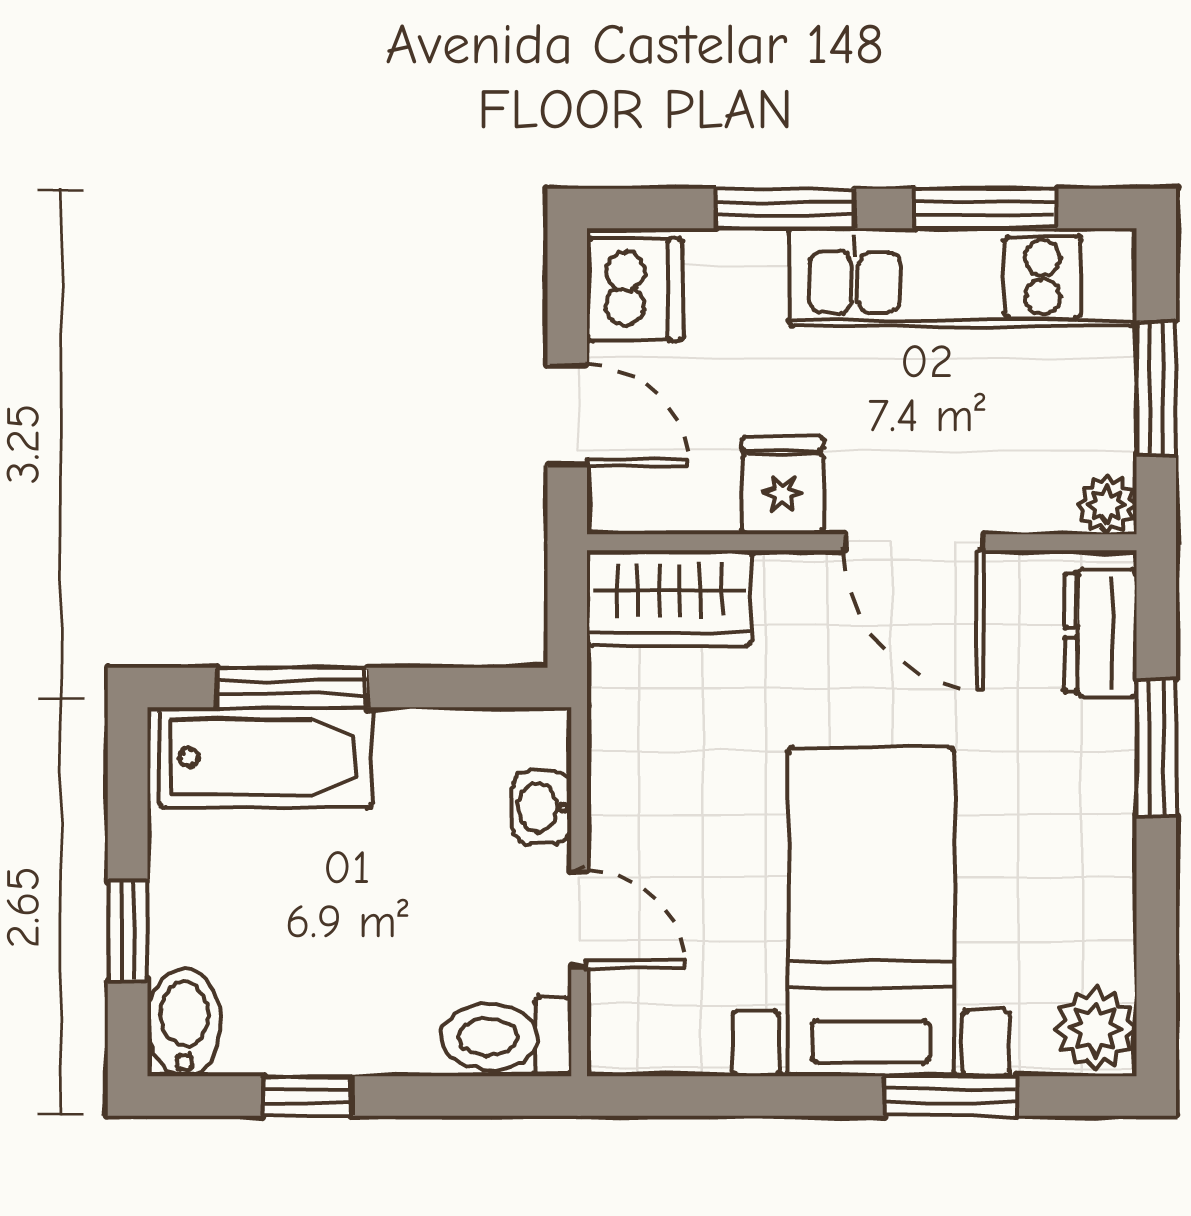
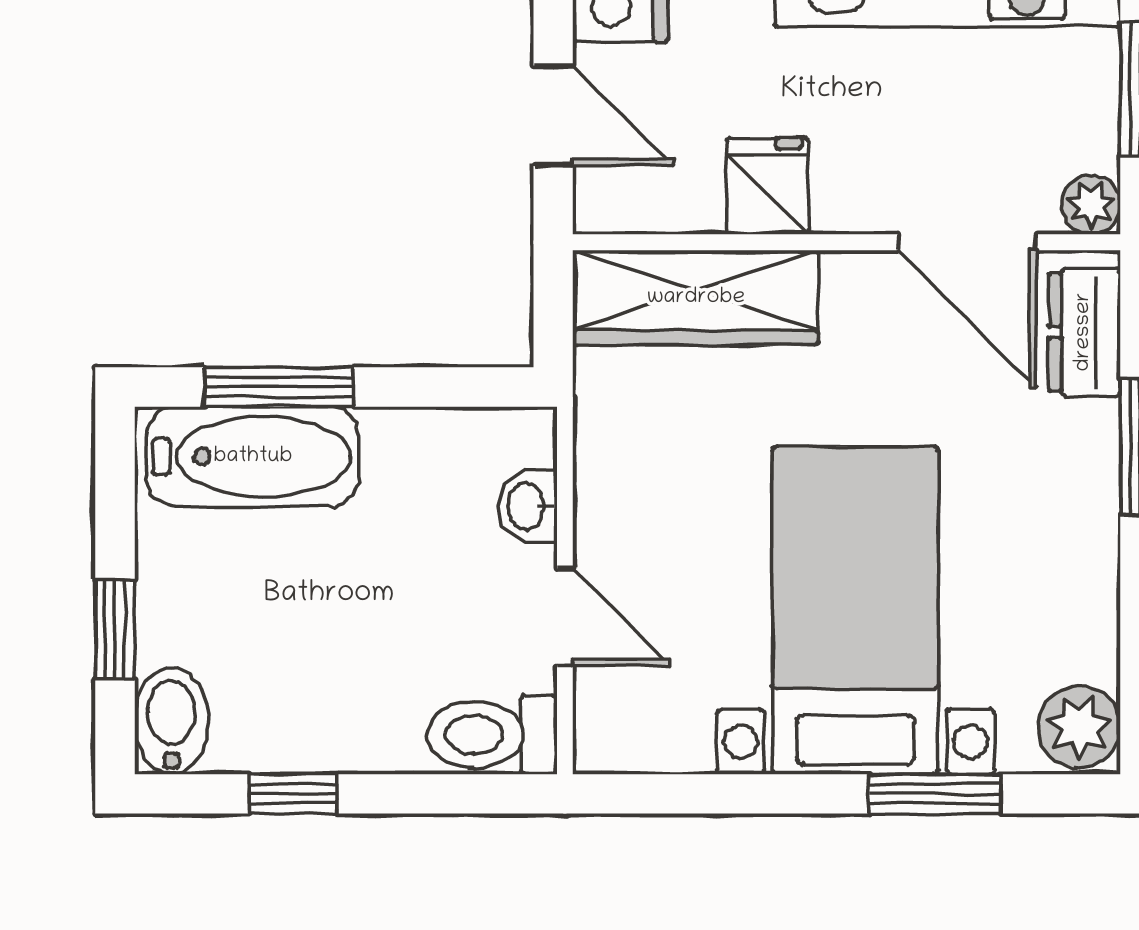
door: (914, 542) -> (967, 242), moved
wardrobe: (669, 598) -> (696, 298), width x1.50

